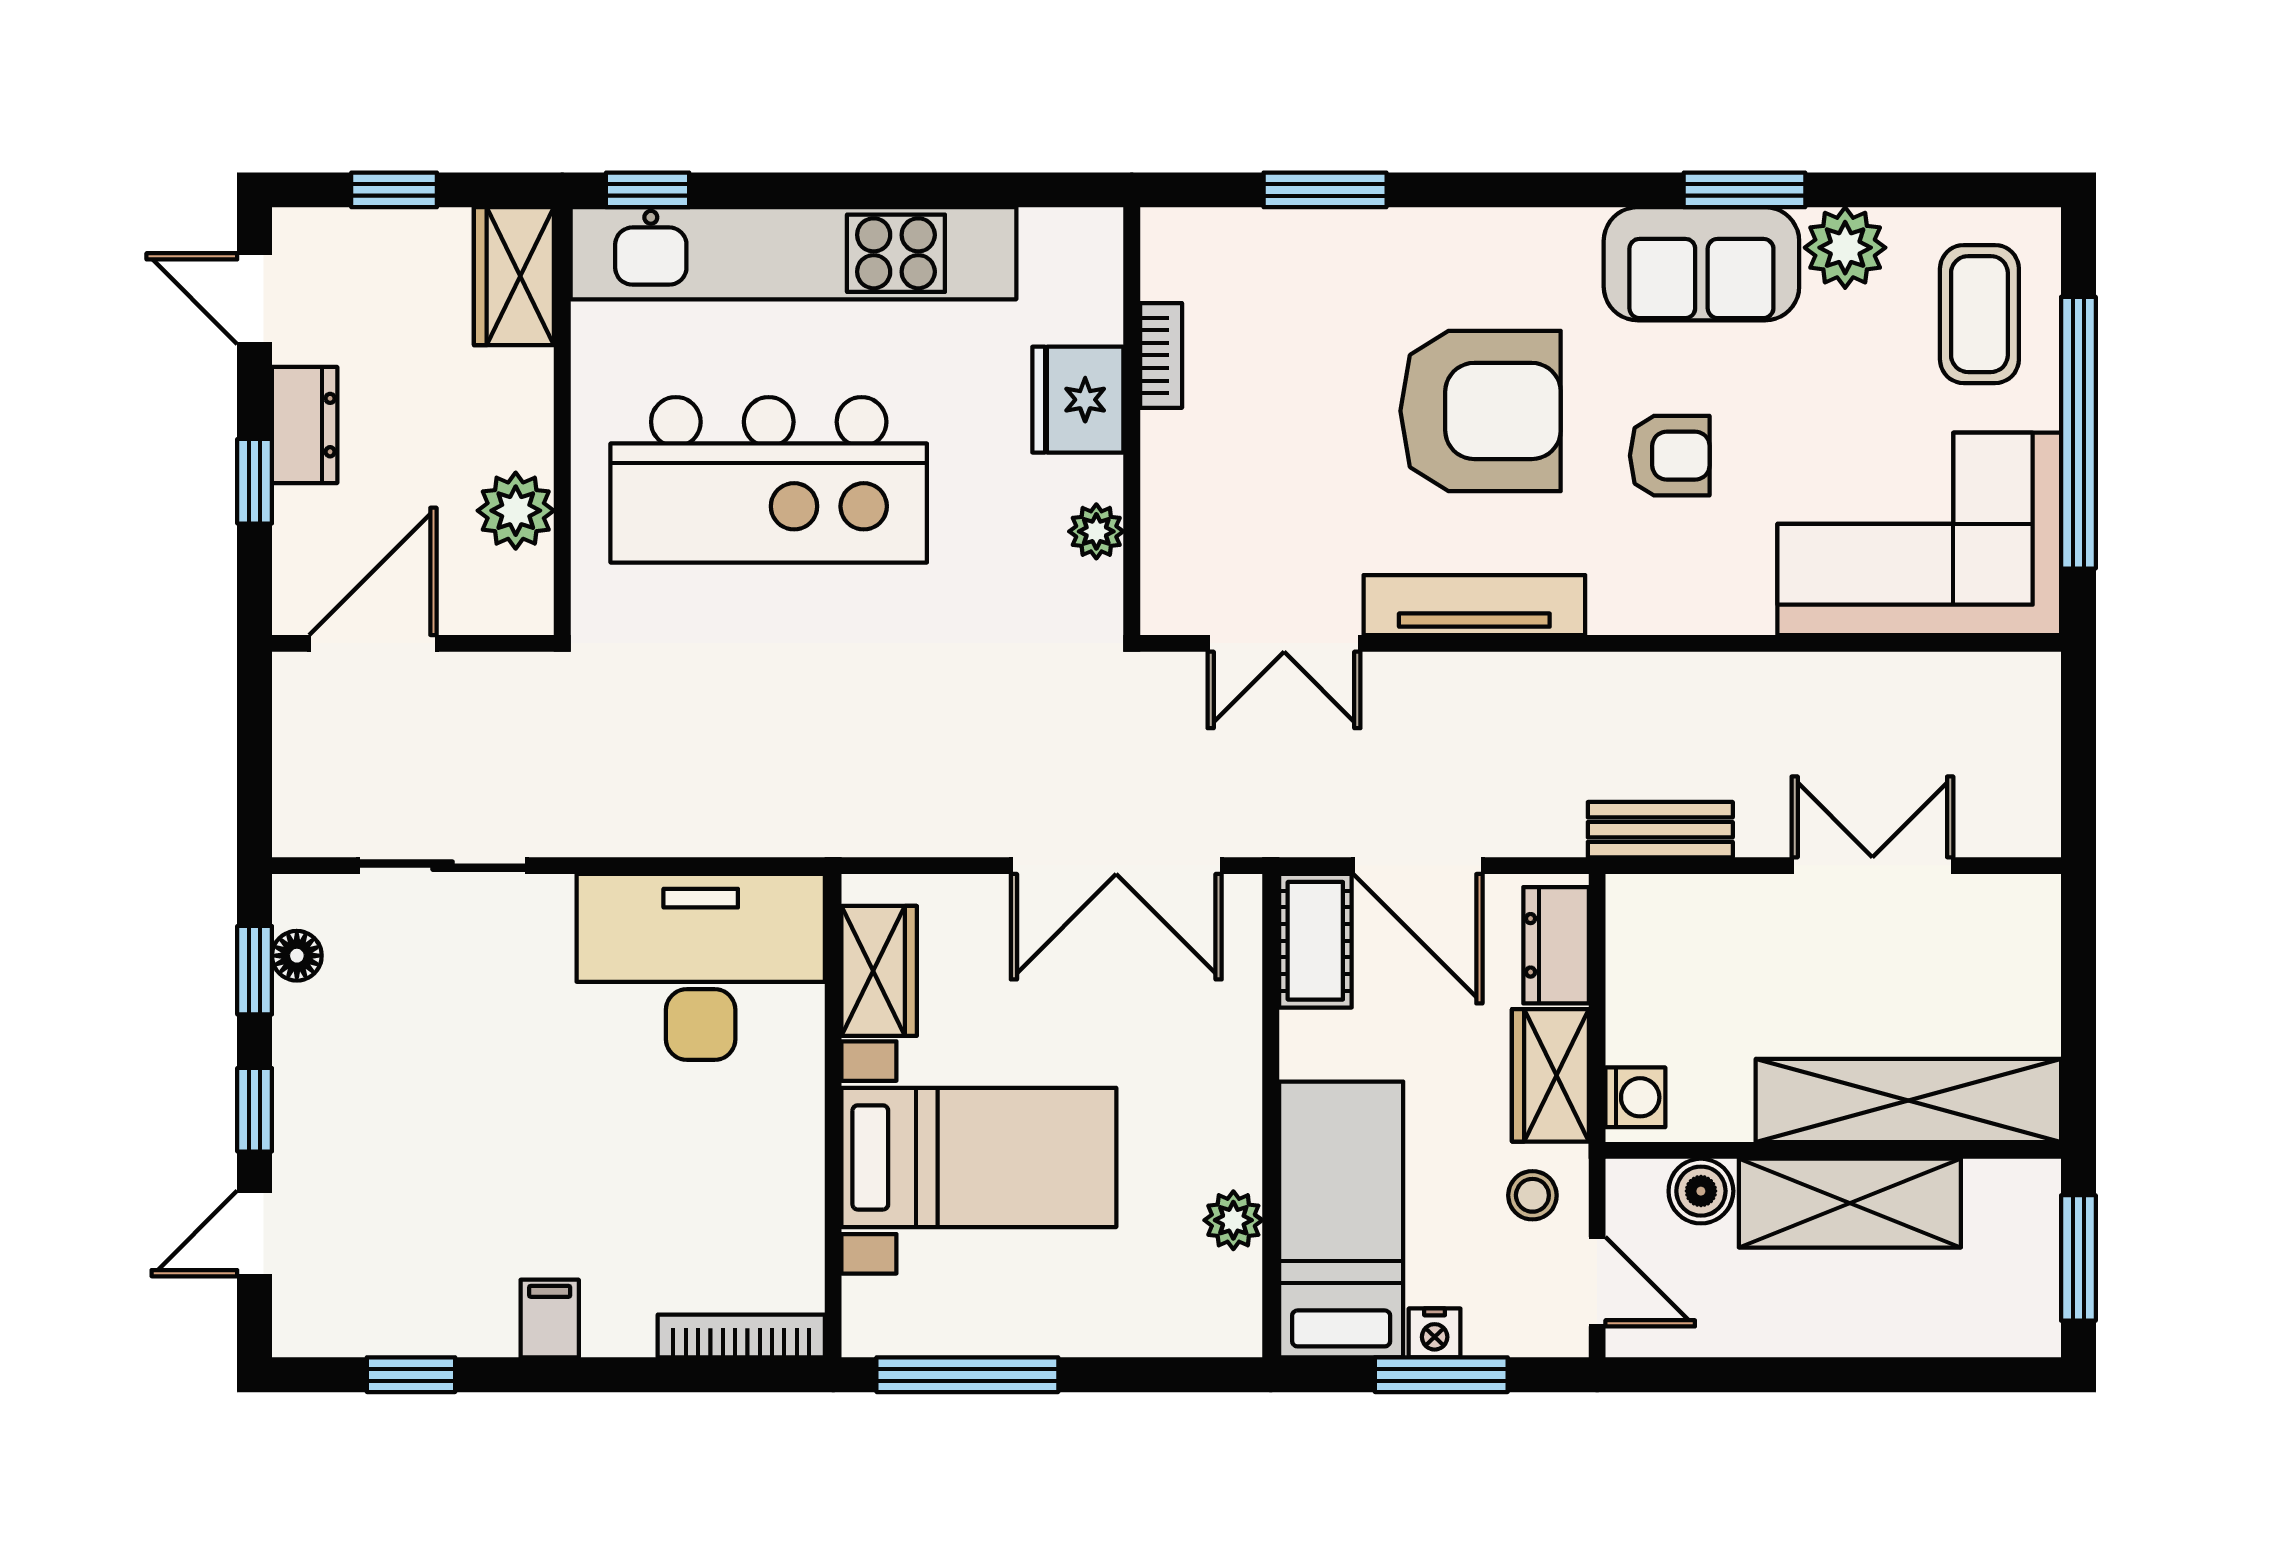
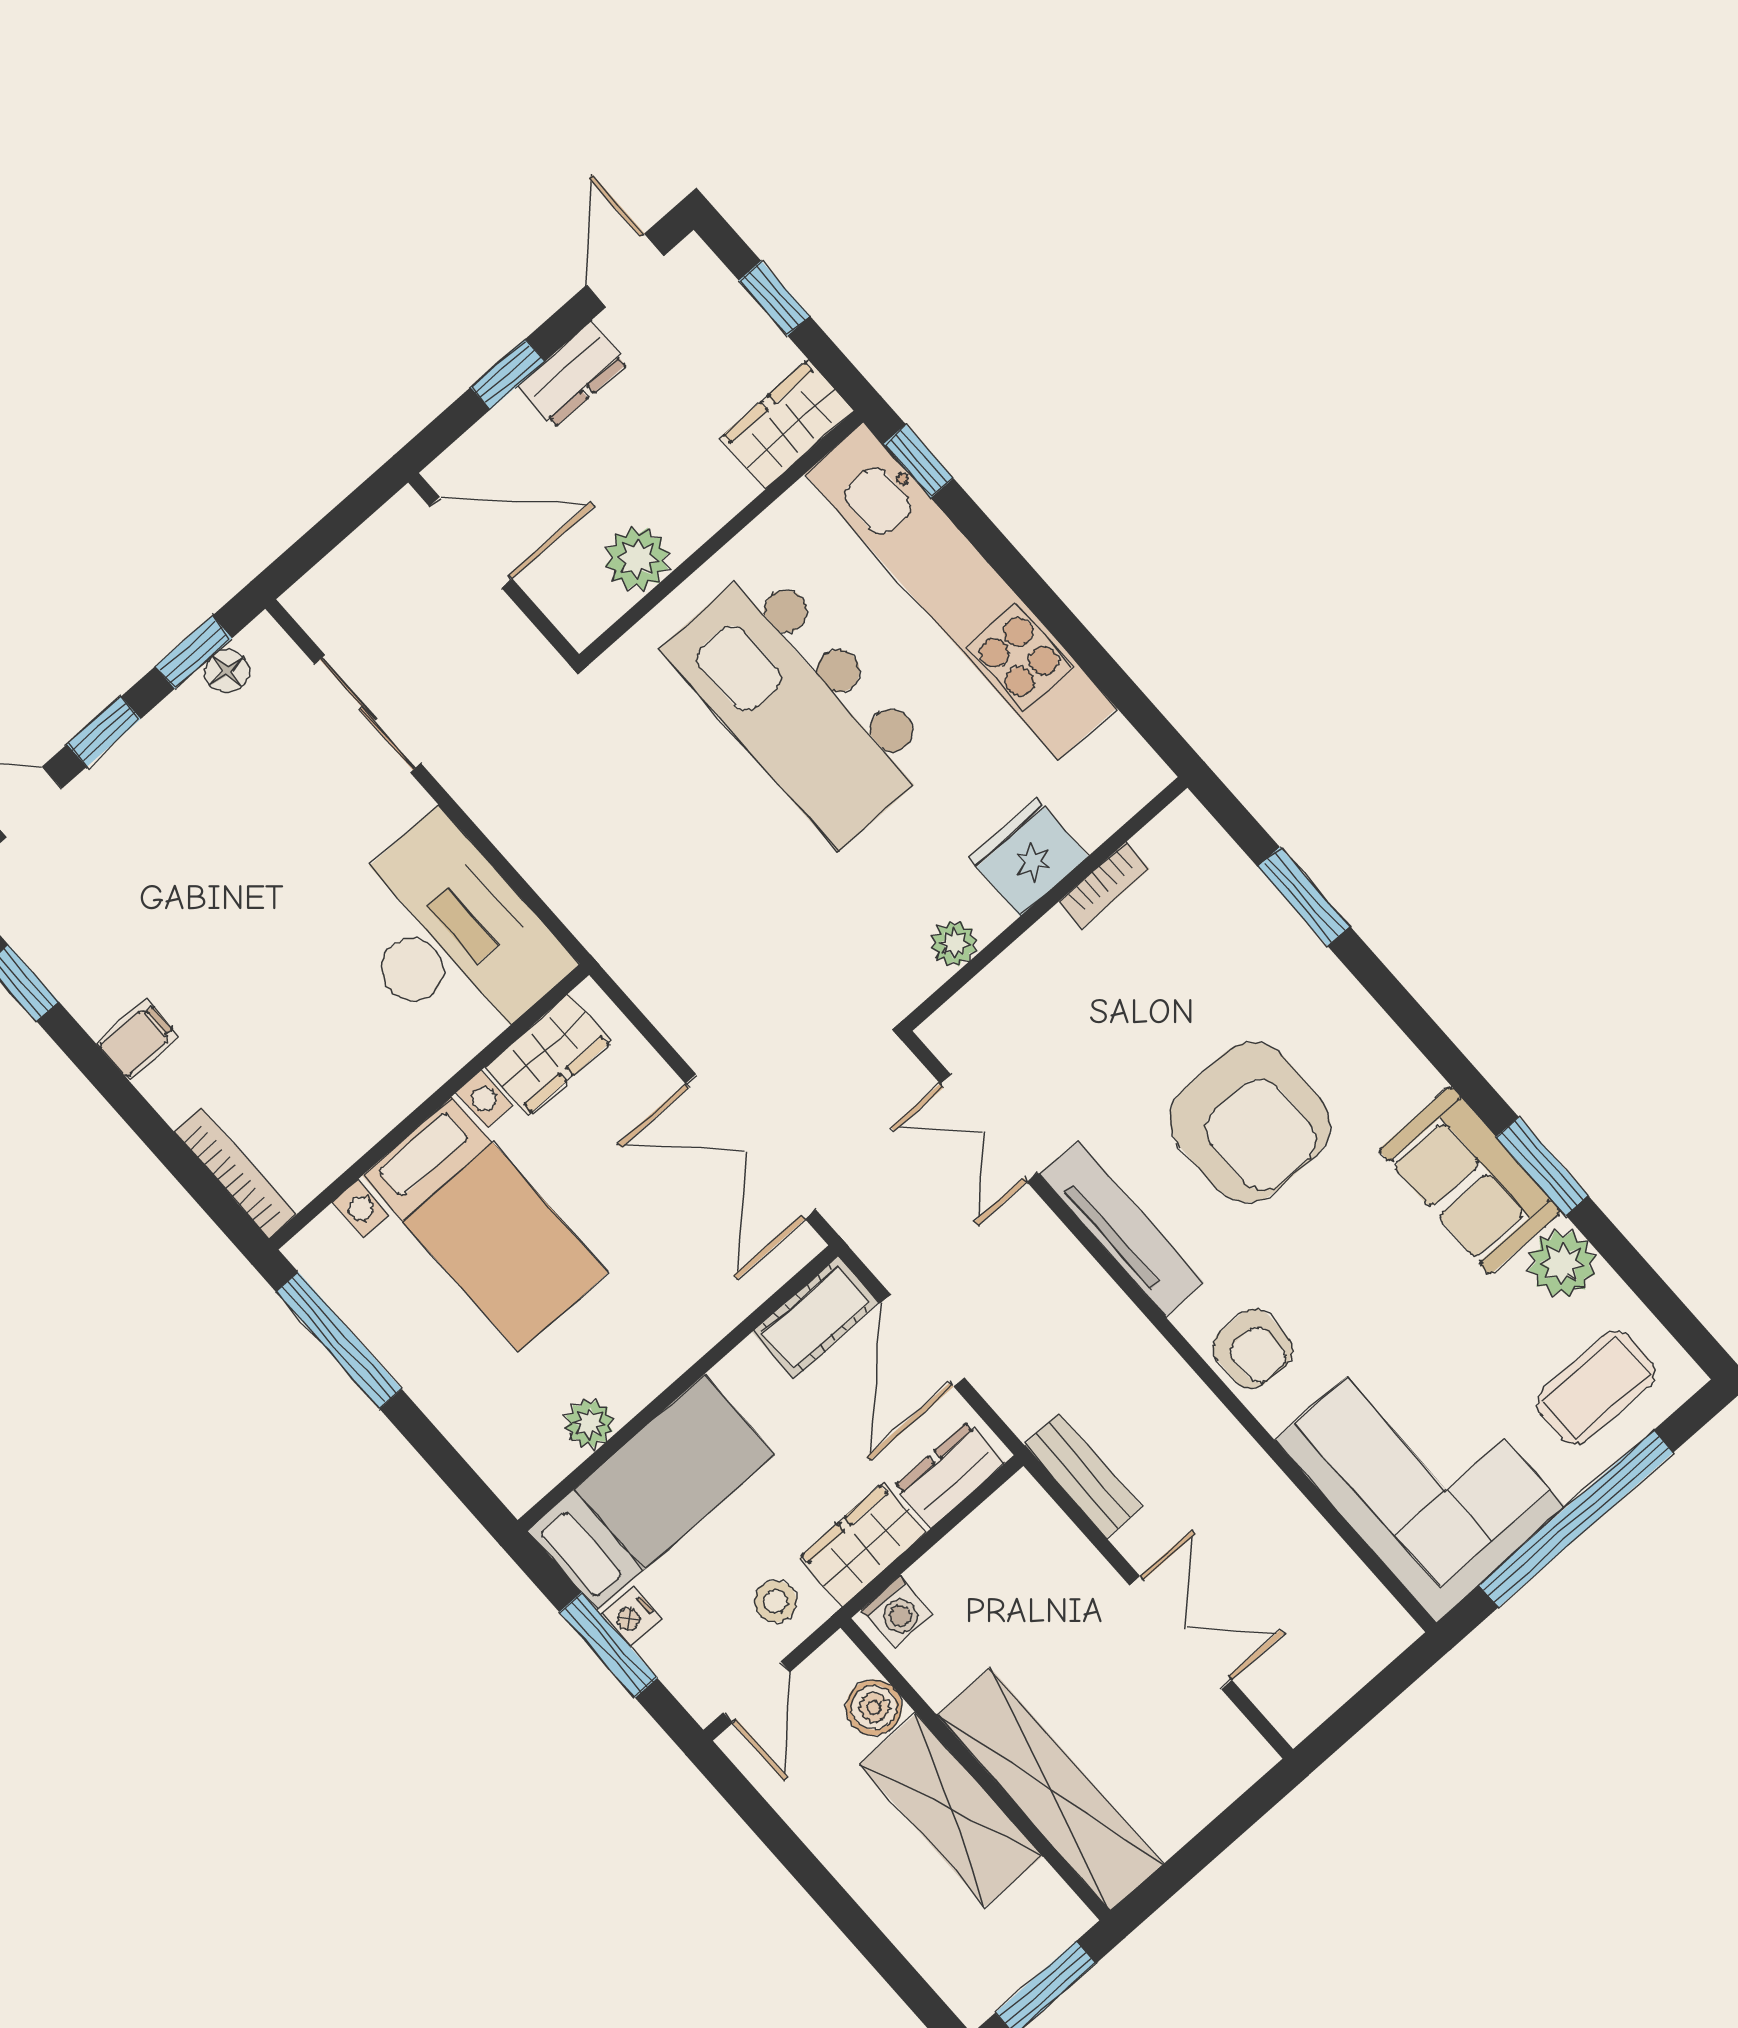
armchair: (1670, 456) -> (1253, 1349), moved

